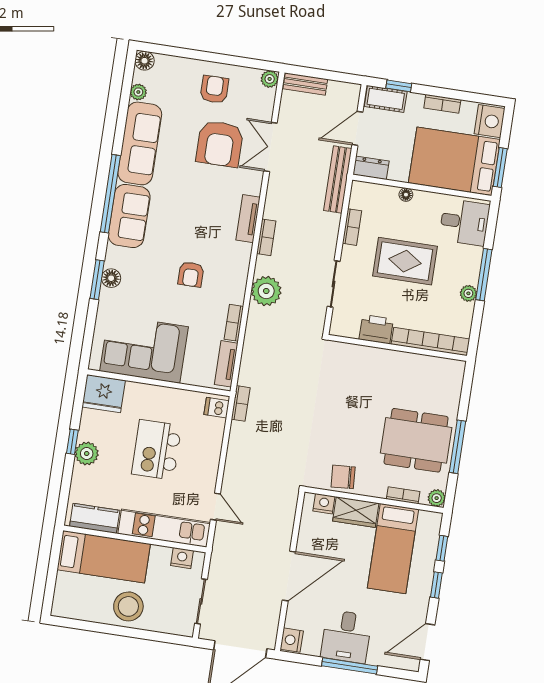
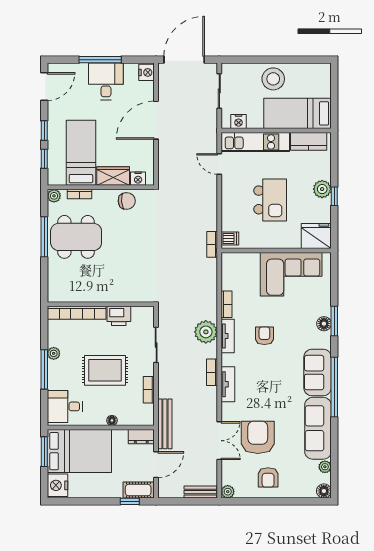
bookcase: (442, 104) -> (95, 493), removed
tv unit: (226, 364) -> (228, 336), moved

